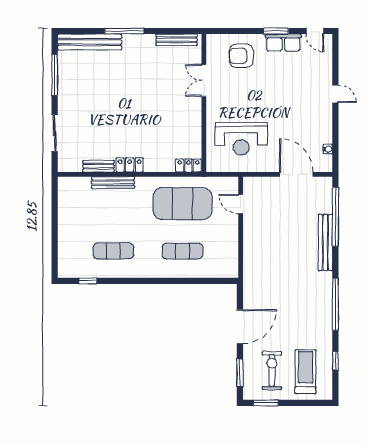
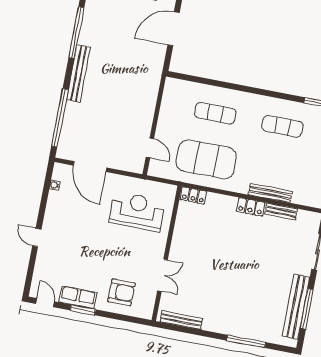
window: (124, 31) -> (246, 341), moved
bench: (90, 42) -> (296, 307), moved, turned 90
bench: (325, 243) -> (78, 73), moved

